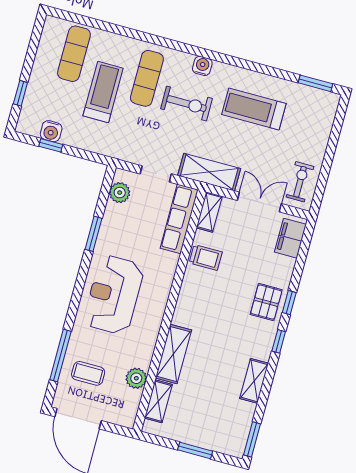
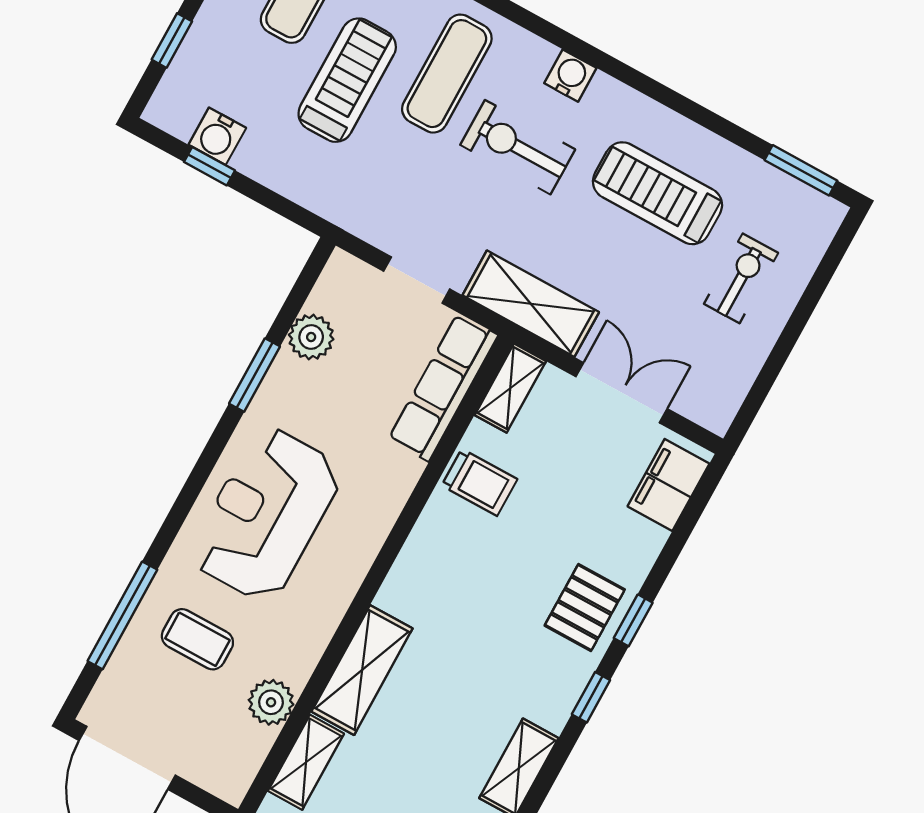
exercise bike: (186, 104) -> (518, 147), turned 180
exercise bike: (300, 182) -> (741, 278), moved
plant: (120, 193) -> (311, 337), moved
coffee table: (88, 373) -> (197, 639), moved

